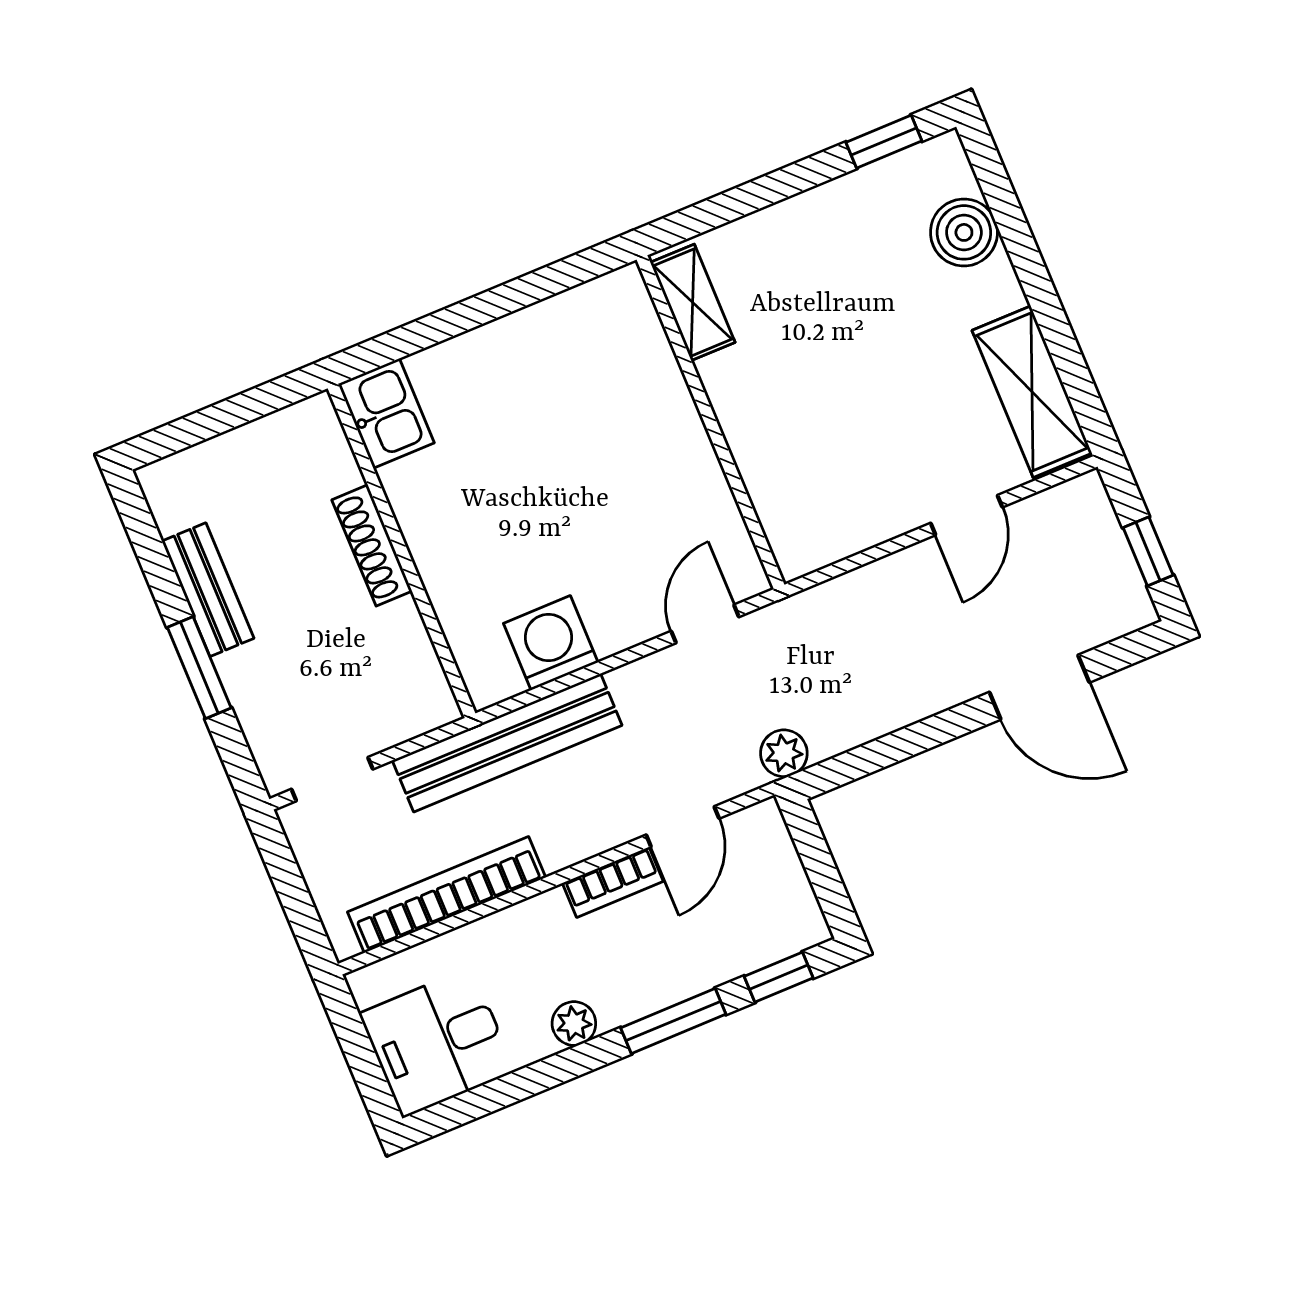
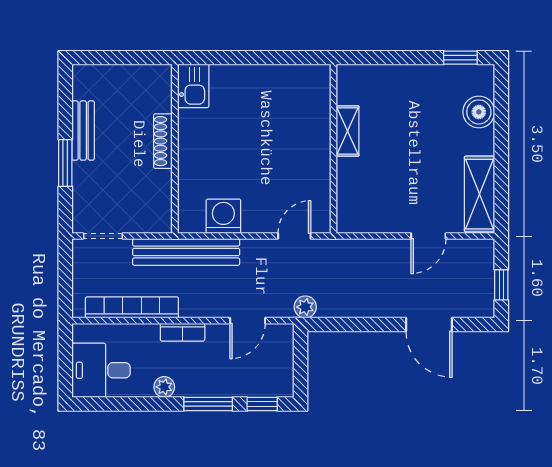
shelving: (693, 302) -> (347, 131), moved
bookcase: (613, 882) -> (183, 332), moved

